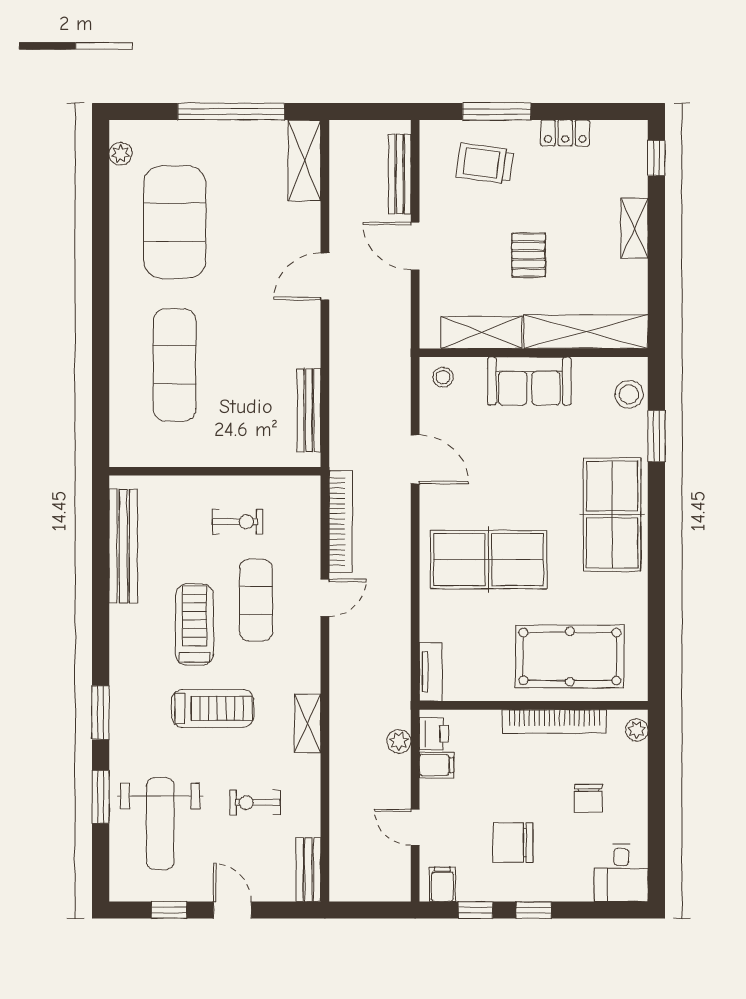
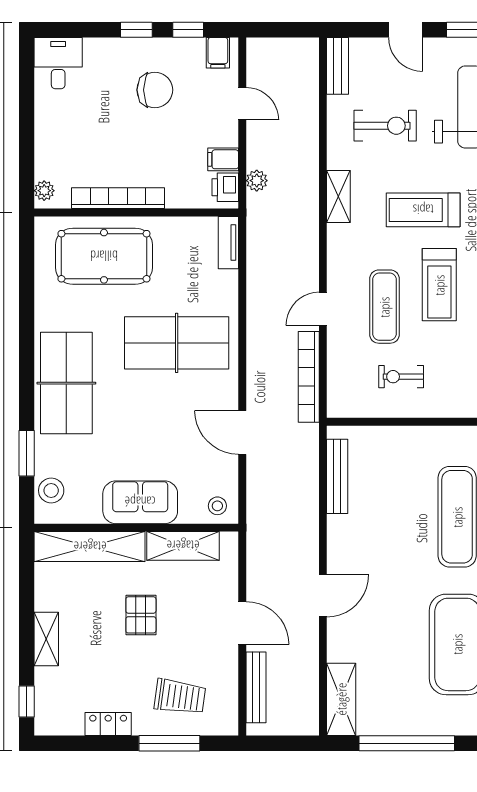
chair: (588, 798) -> (87, 129), removed
exercise bike: (255, 803) -> (385, 126), width x1.38, depth x1.39

